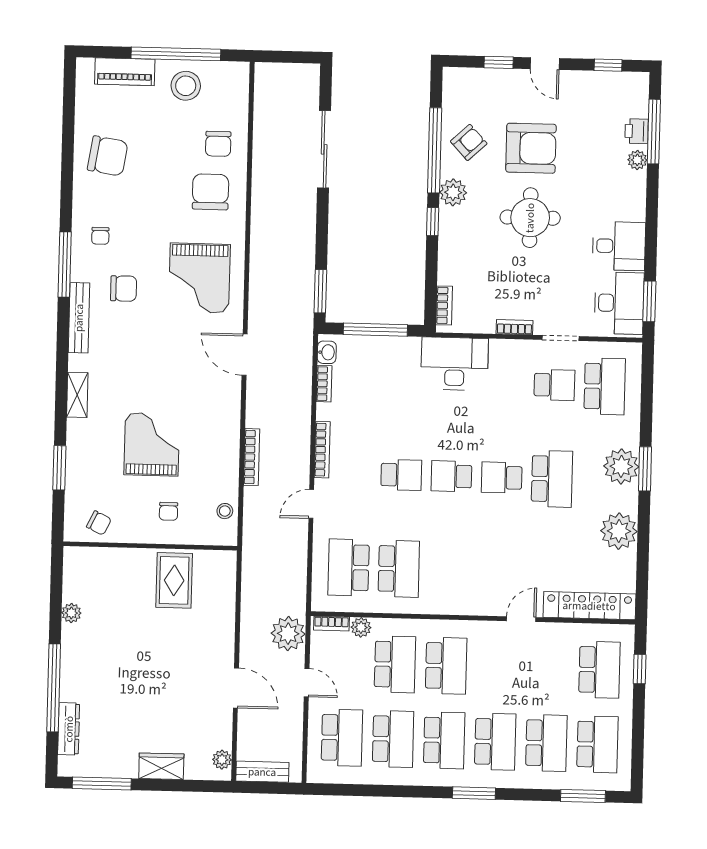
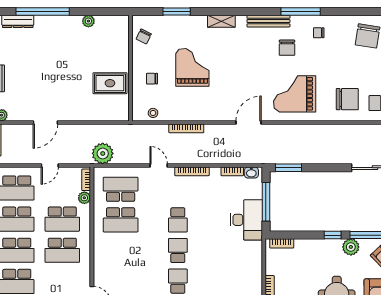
desk: (455, 364) -> (246, 220), moved
grand piano: (152, 444) -> (192, 67), turned -90
plant: (288, 634) -> (103, 153), moved

